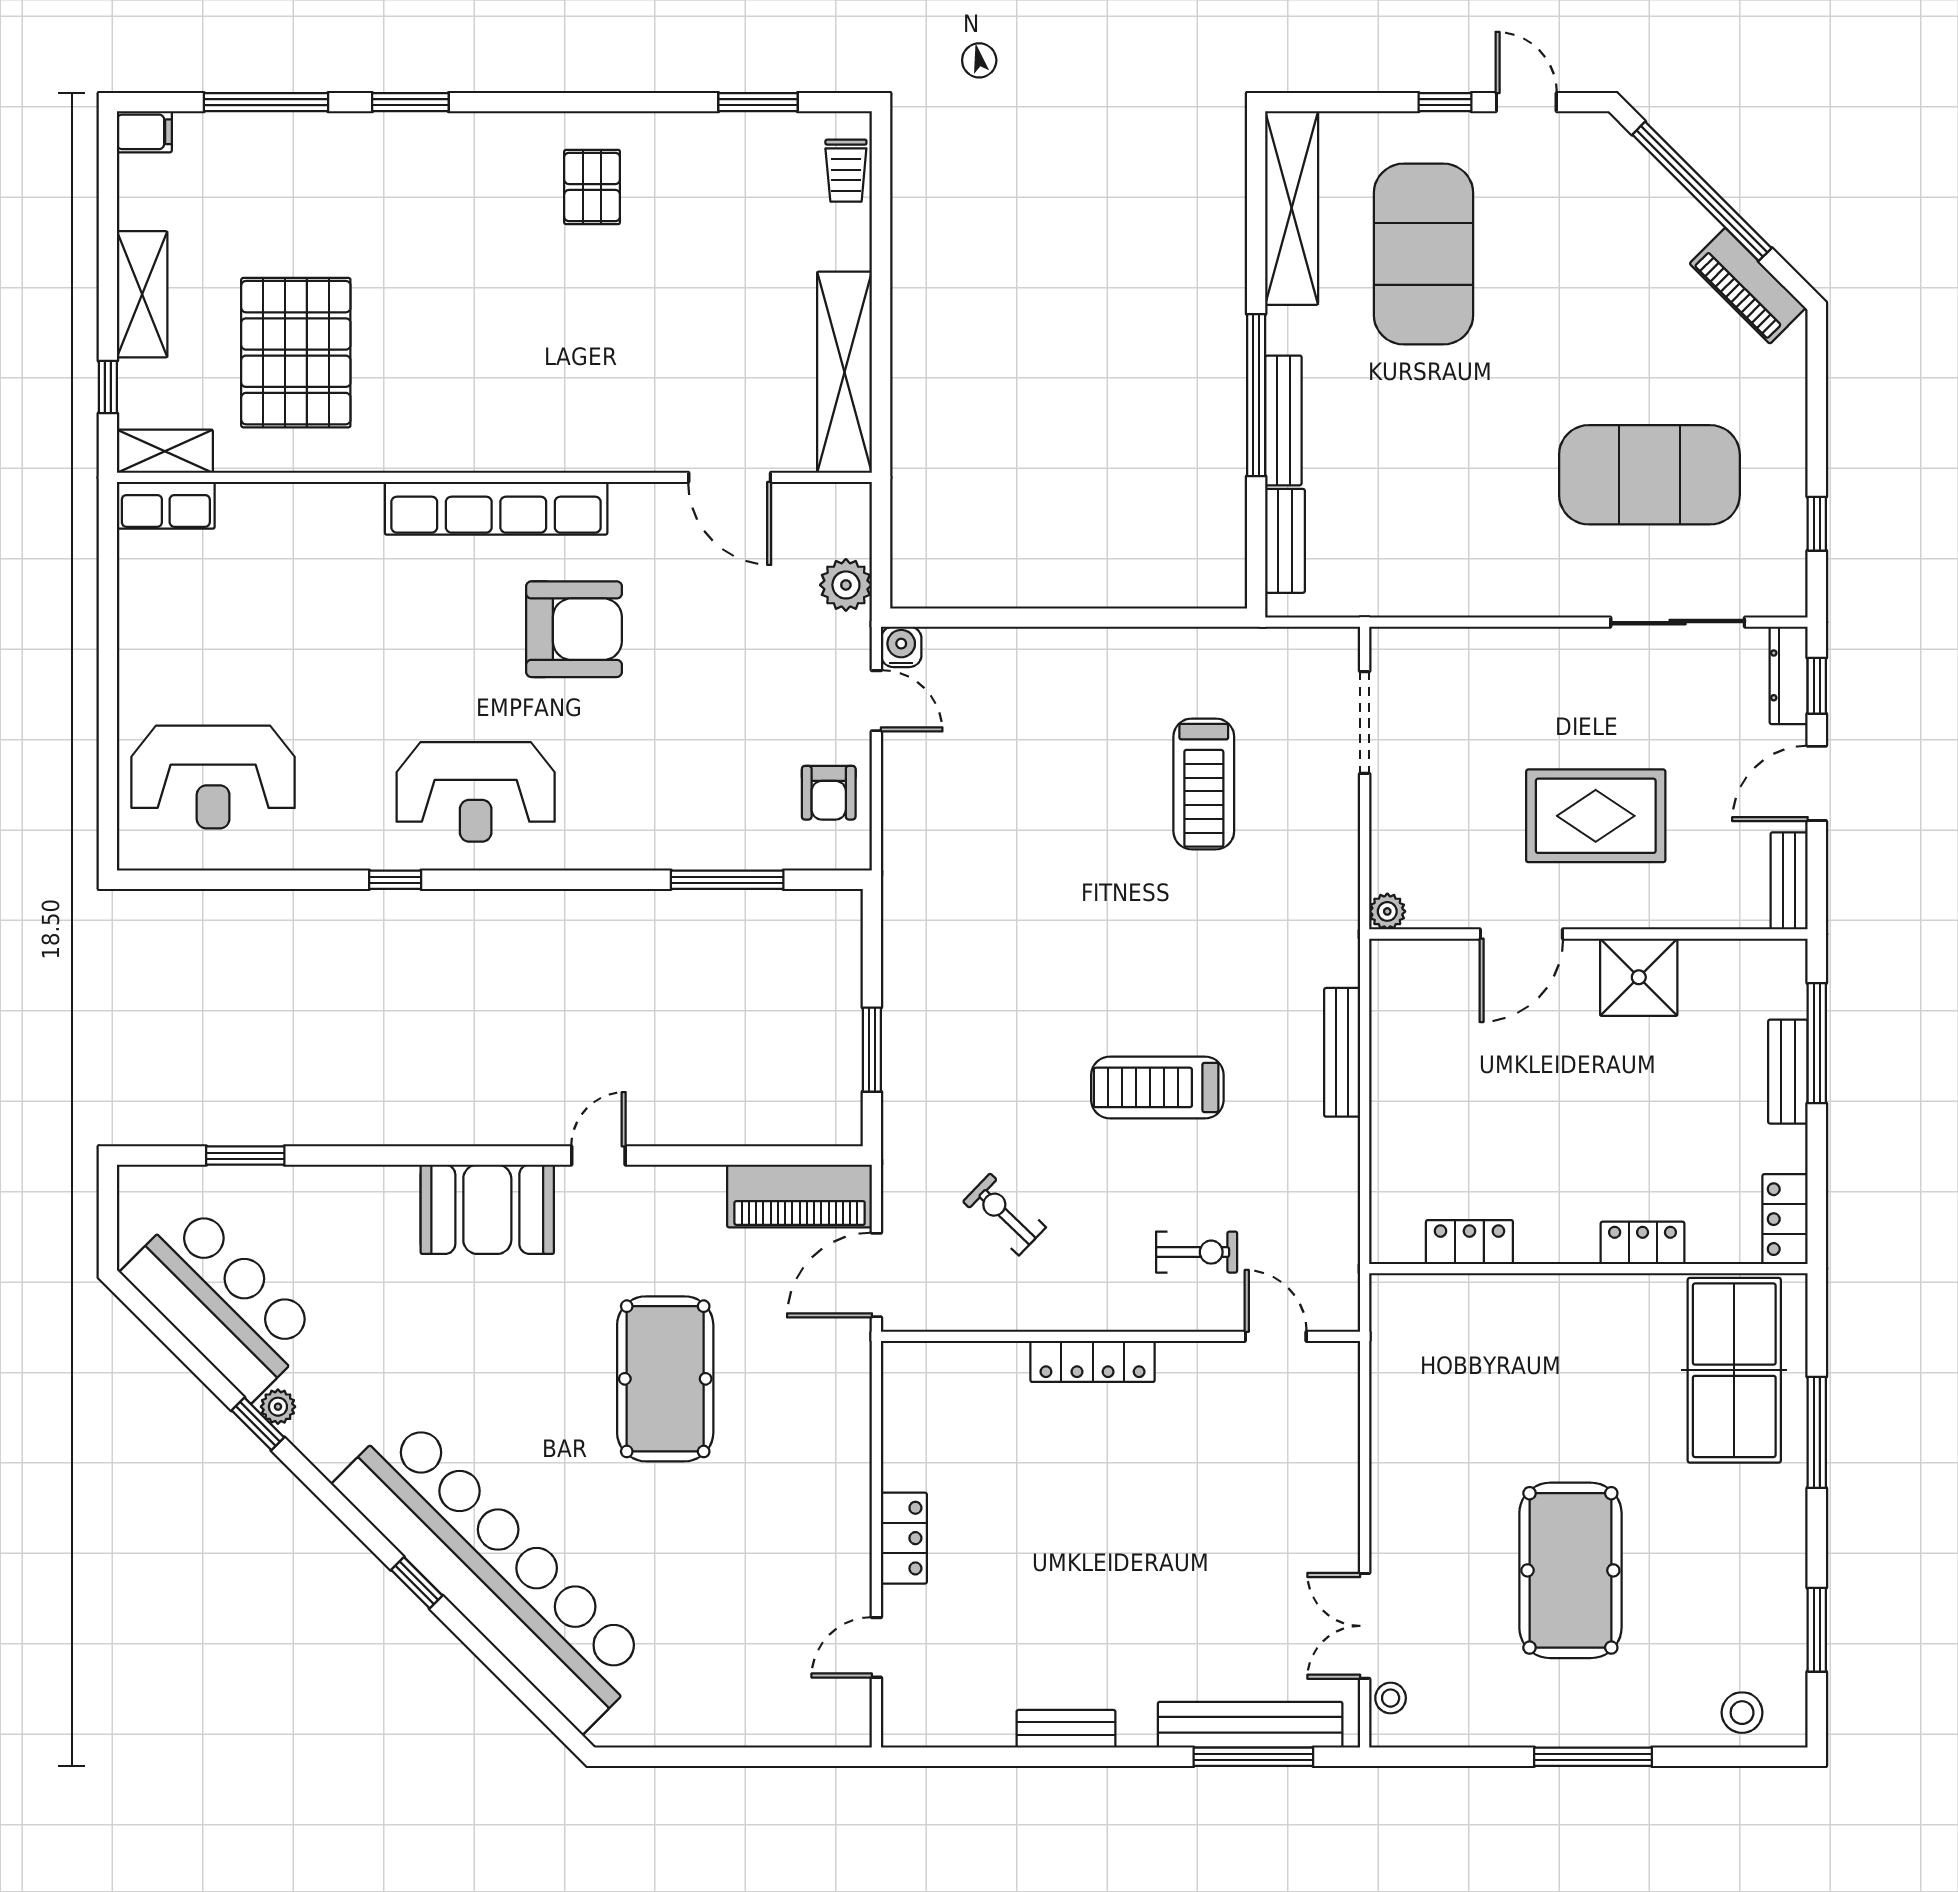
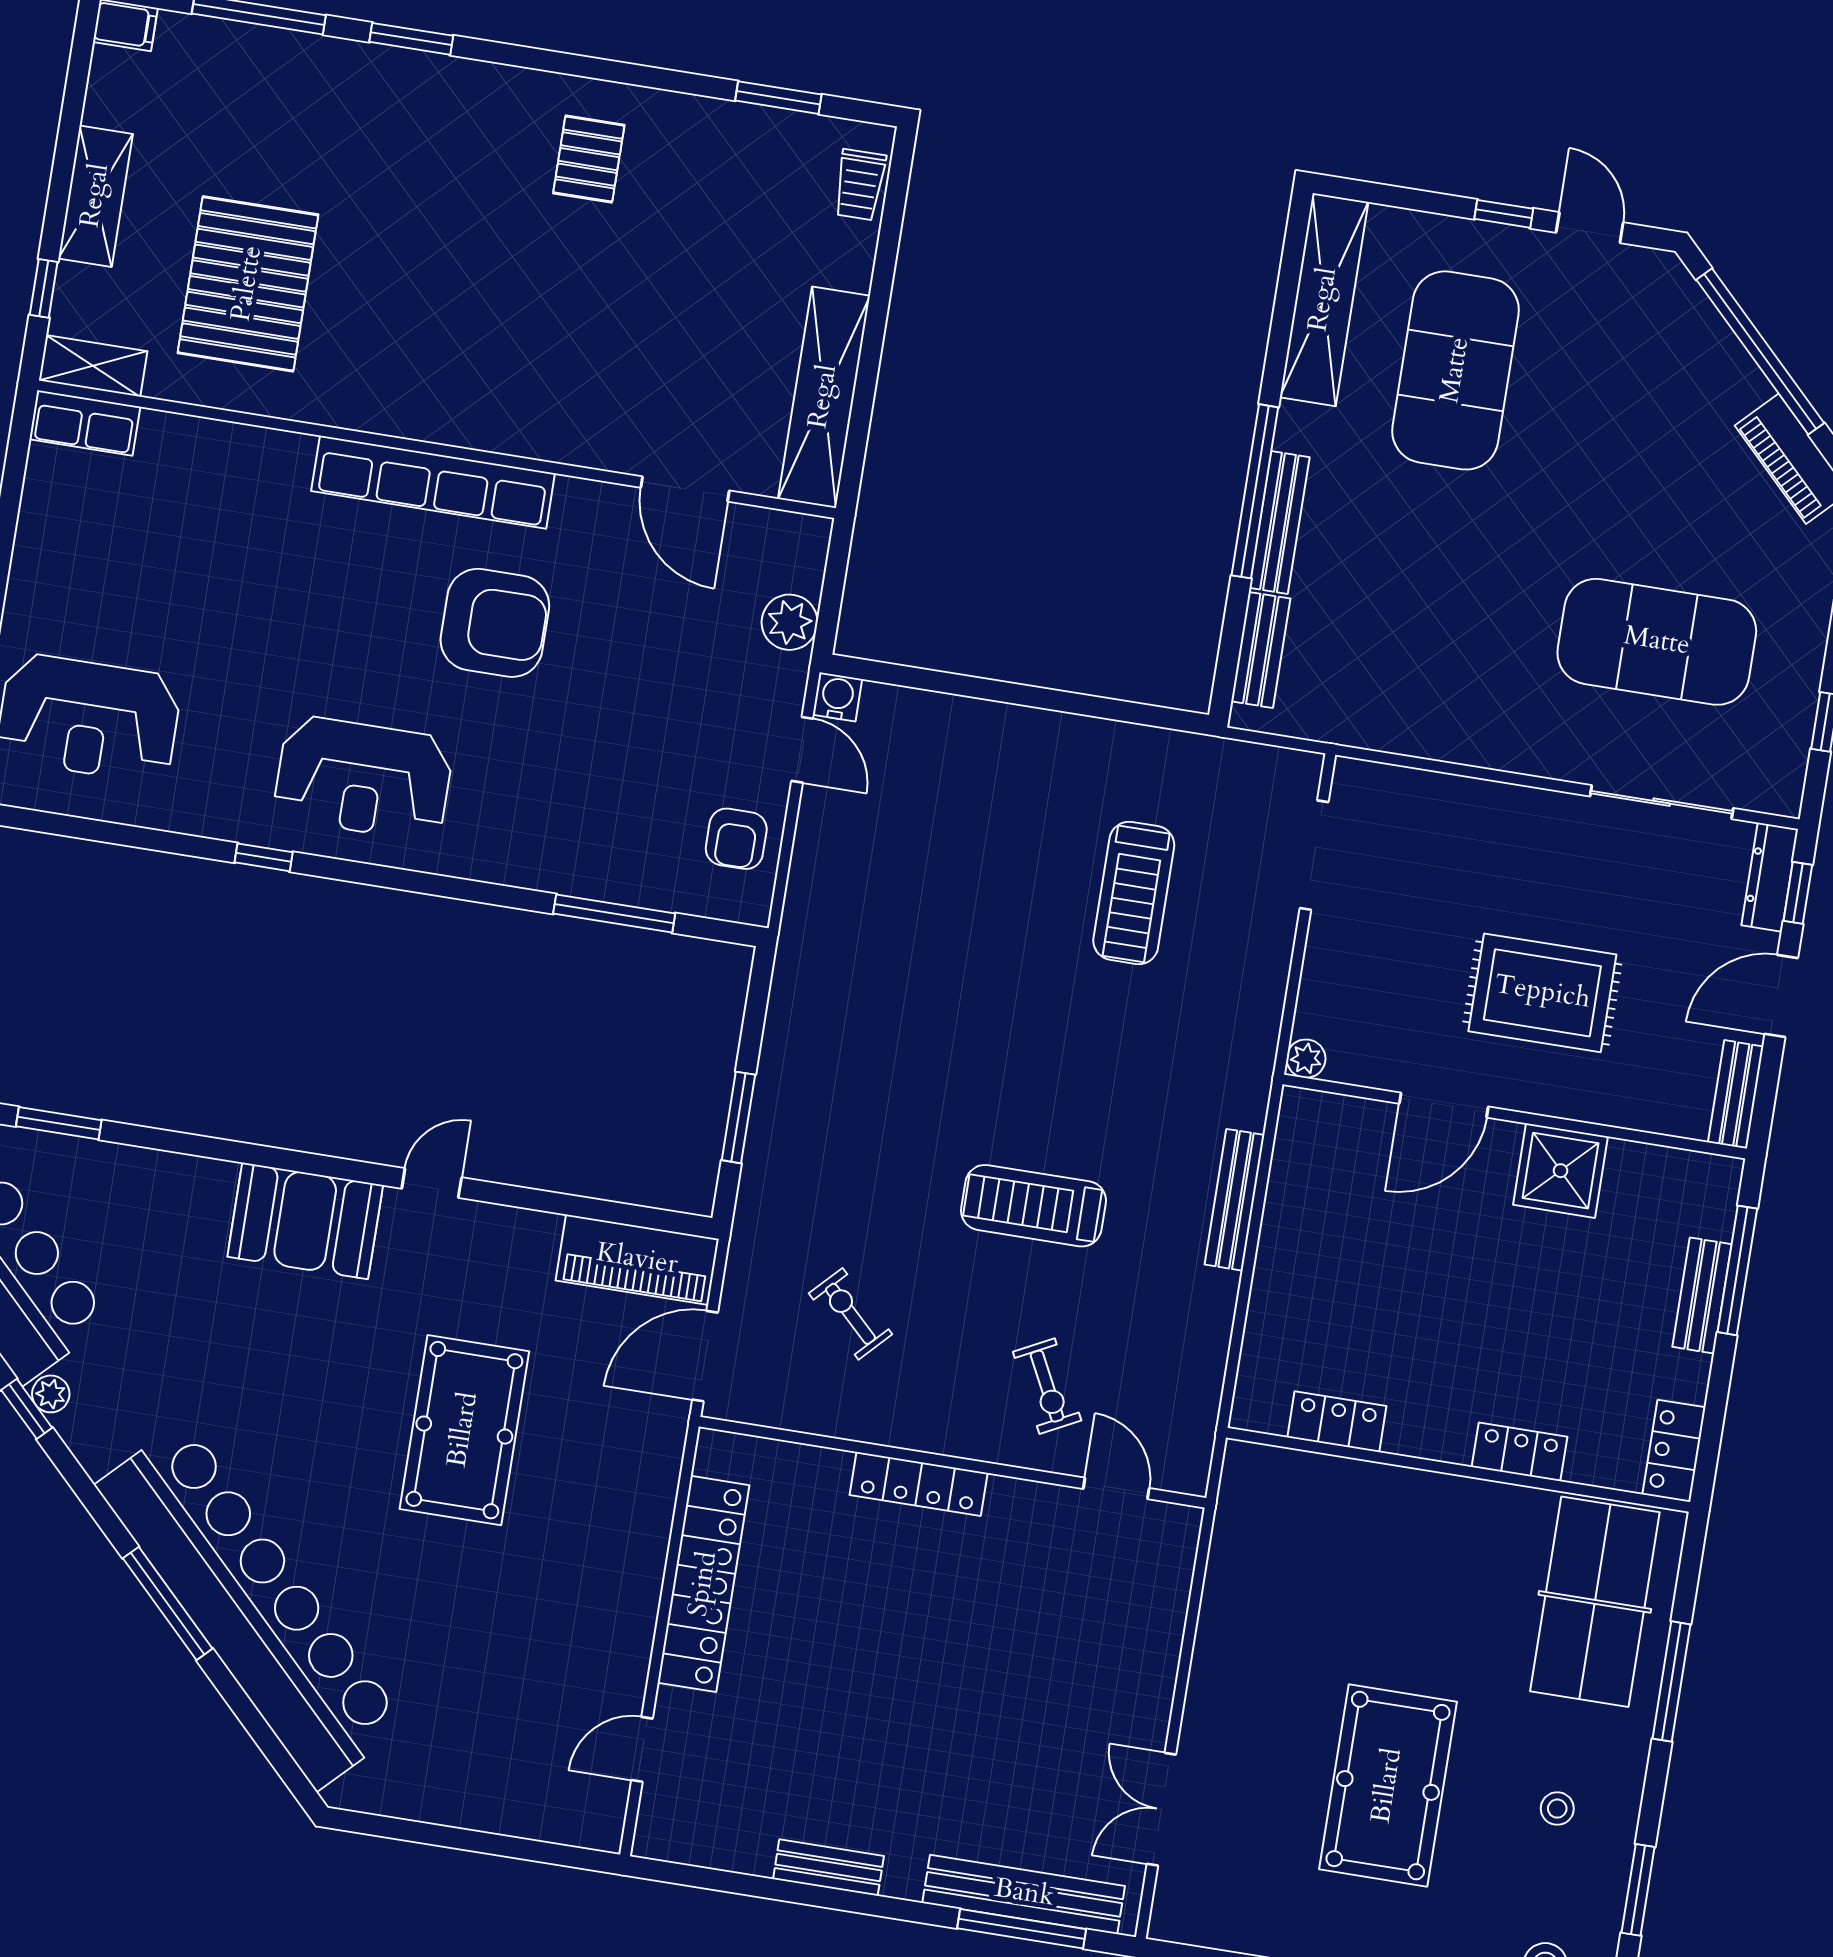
exercise bike: (1197, 1252) -> (1047, 1386), turned 63
locker: (904, 1538) -> (704, 1584), width x2.16, depth x1.21
window: (417, 1583) -> (168, 1603), width x2.17
stool: (1391, 1698) -> (1557, 1809), moved

